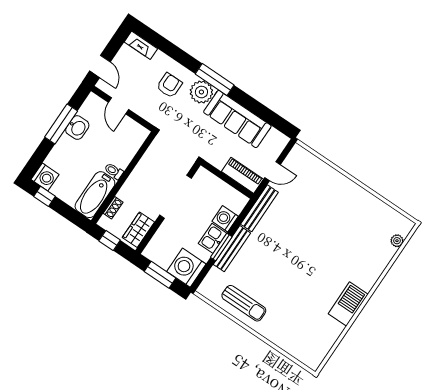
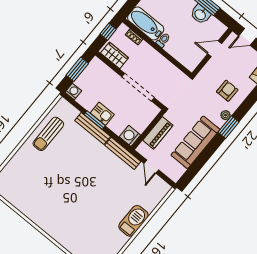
window: (215, 79) -> (228, 127), width x0.69
armchair: (169, 85) -> (227, 91), turned -90
plant: (201, 92) -> (226, 115), width x0.53, depth x0.53
piano: (242, 175) -> (158, 133), moved
washing machine: (225, 219) -> (130, 136), moved, turned -90
washing machine: (186, 268) -> (73, 91), width x0.53, depth x0.53
barbecue: (348, 304) -> (133, 221), moved, turned -90

